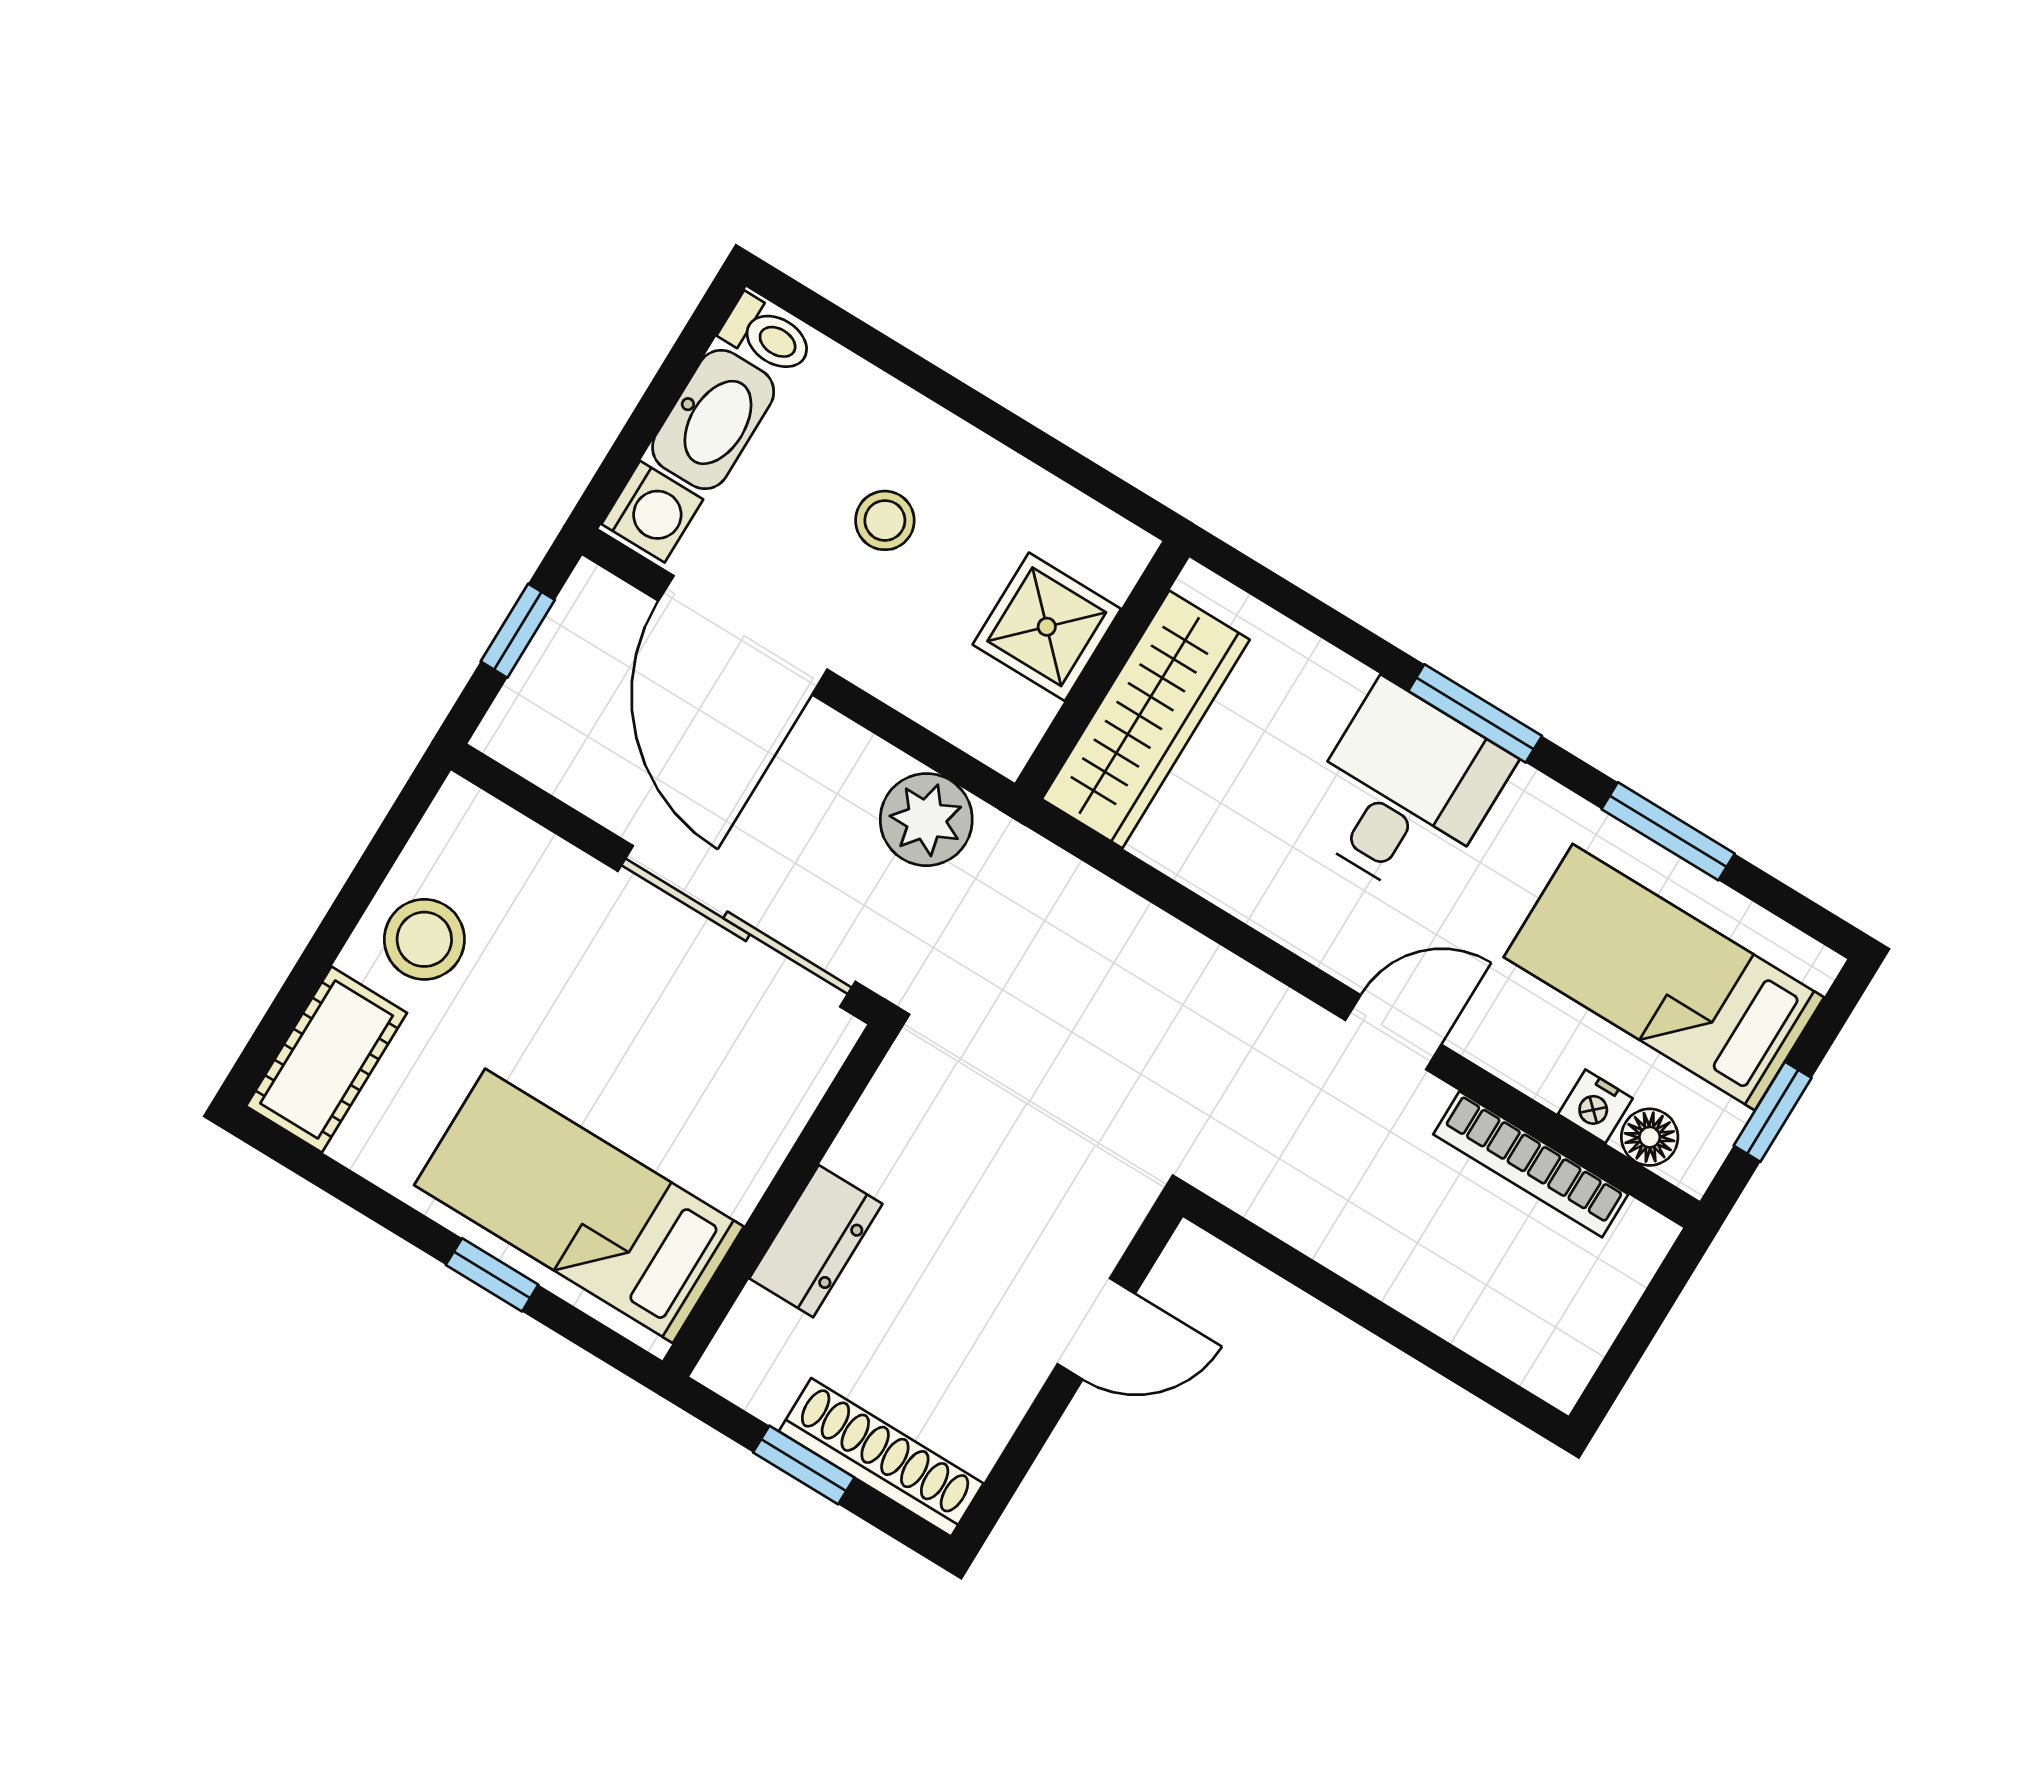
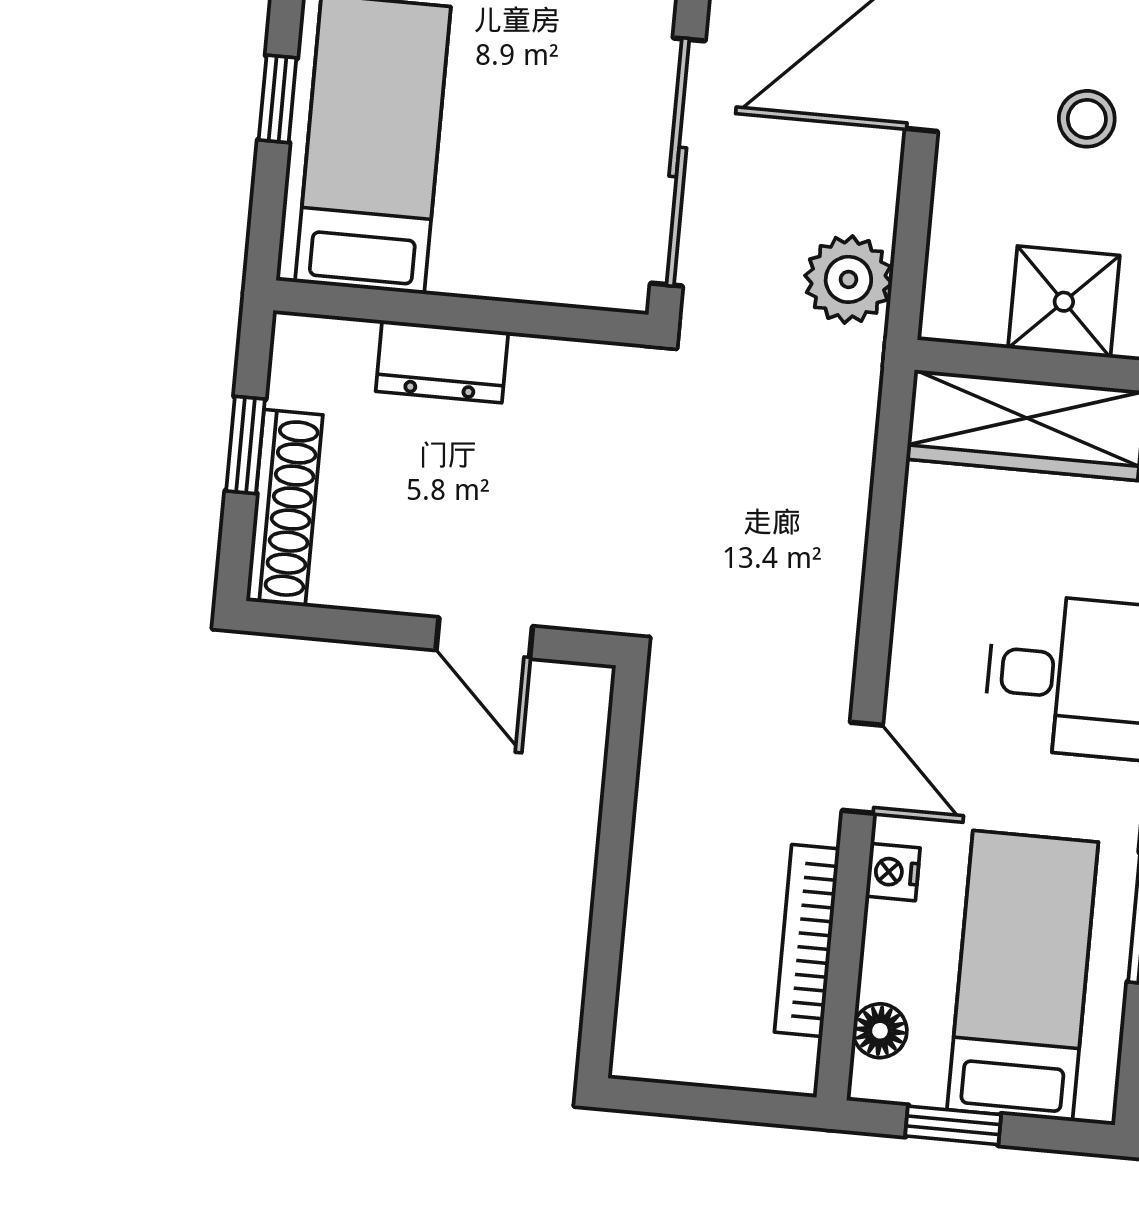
nightstand: (1595, 1106) -> (893, 872), moved

